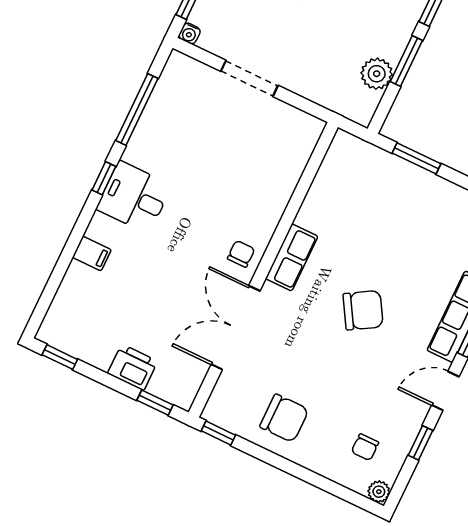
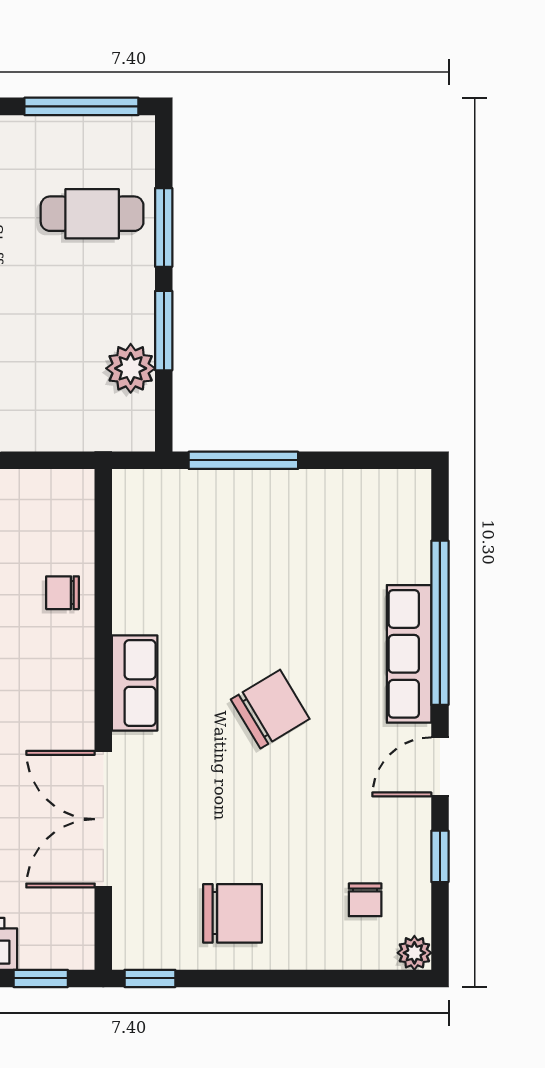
window: (417, 158) -> (243, 460), width x1.44
chair: (241, 254) -> (62, 593), moved, turned -90

